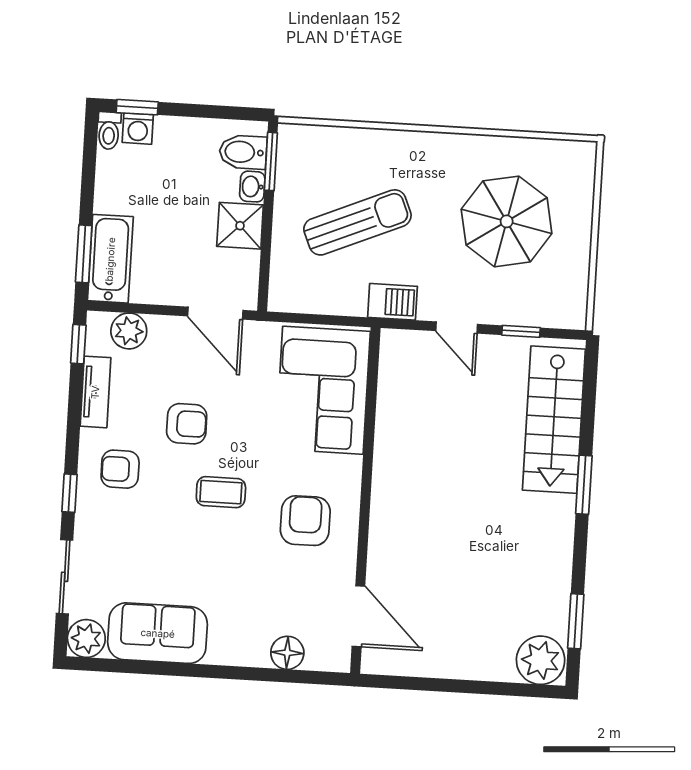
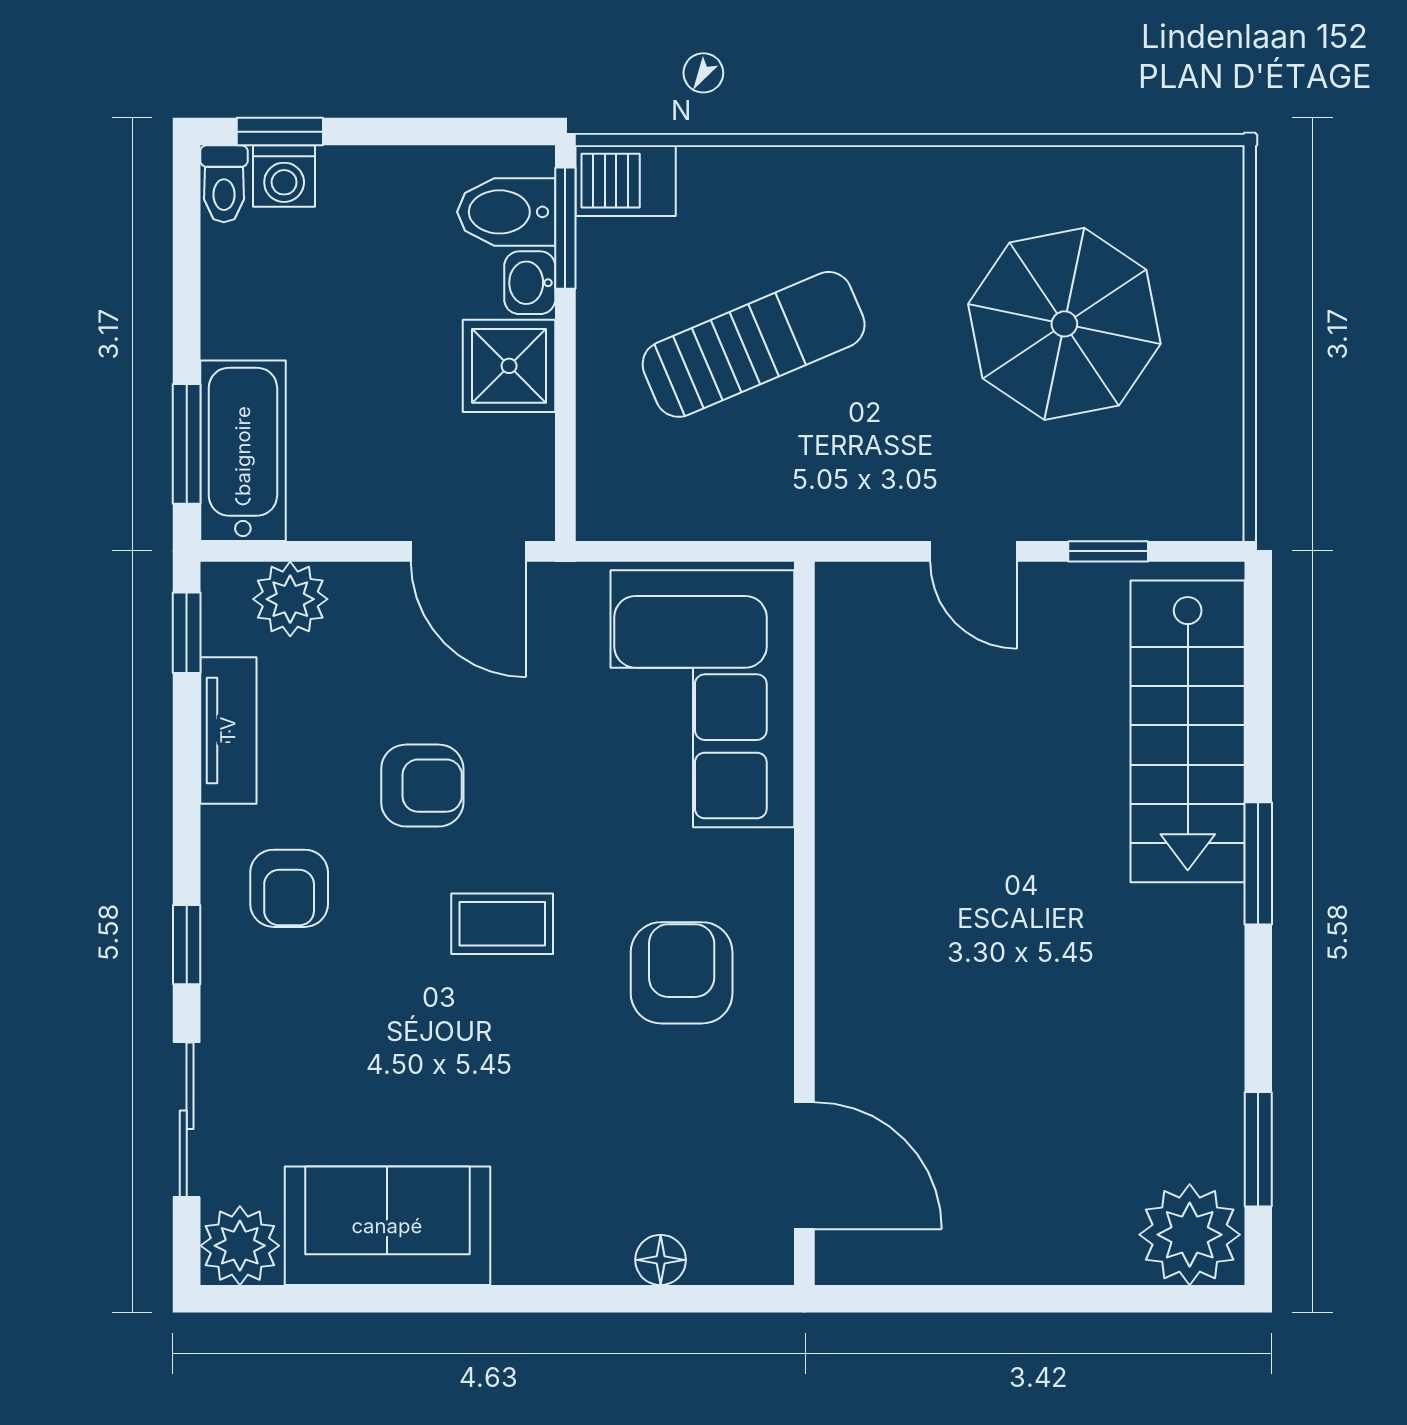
barbecue: (393, 302) -> (626, 181), moved, turned 180
armchair: (120, 469) -> (289, 888), turned -90
floor lamp: (287, 653) -> (661, 1260), width x0.73, depth x0.73

